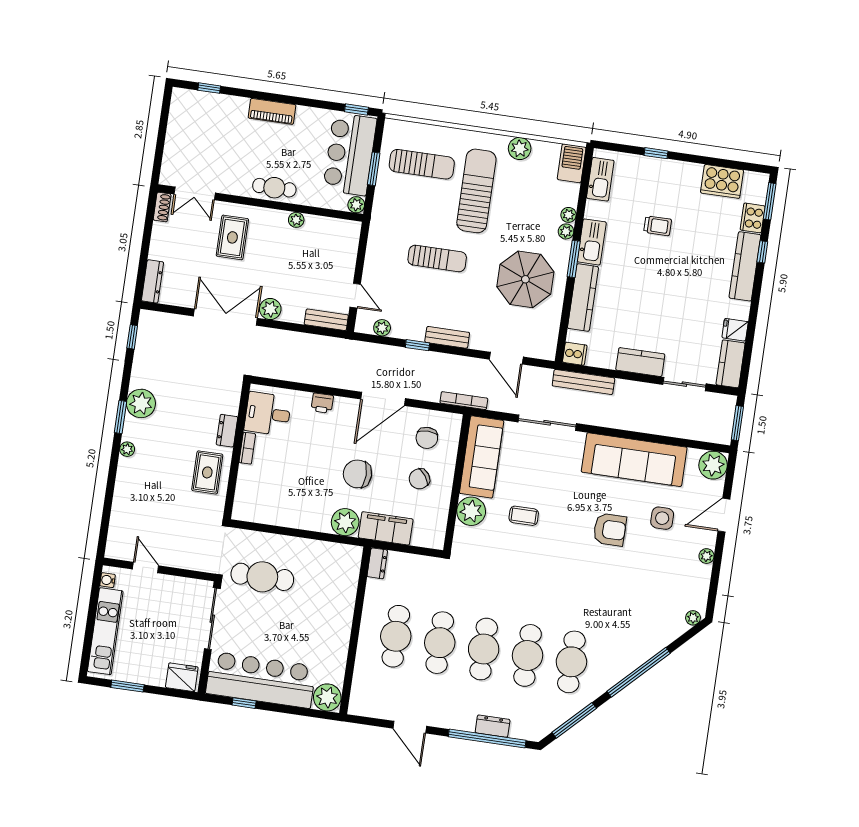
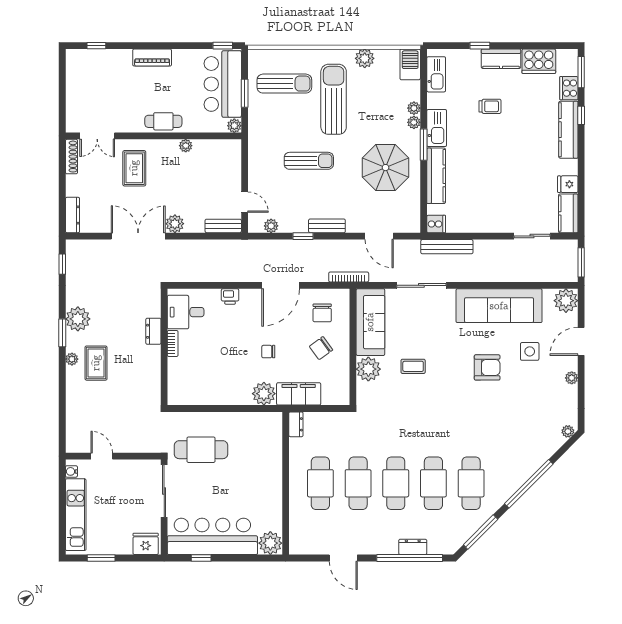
shoe rack: (162, 207) -> (71, 157), width x1.43
kitchen counter: (640, 362) -> (501, 59), moved, turned 180
rug: (207, 472) -> (96, 363), moved
chair: (357, 474) -> (268, 352), width x0.54, depth x0.54

